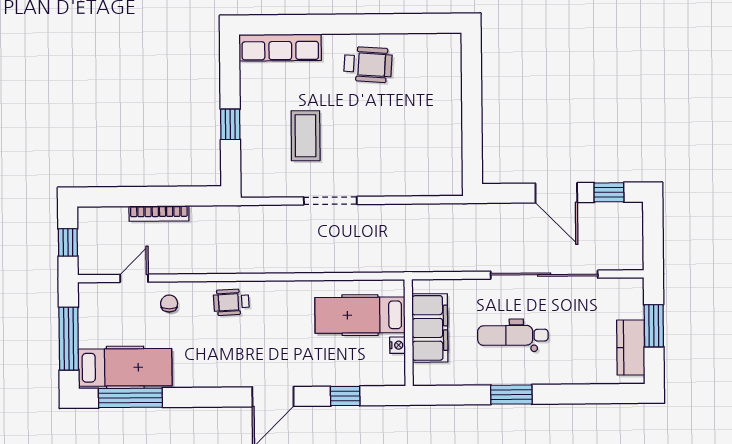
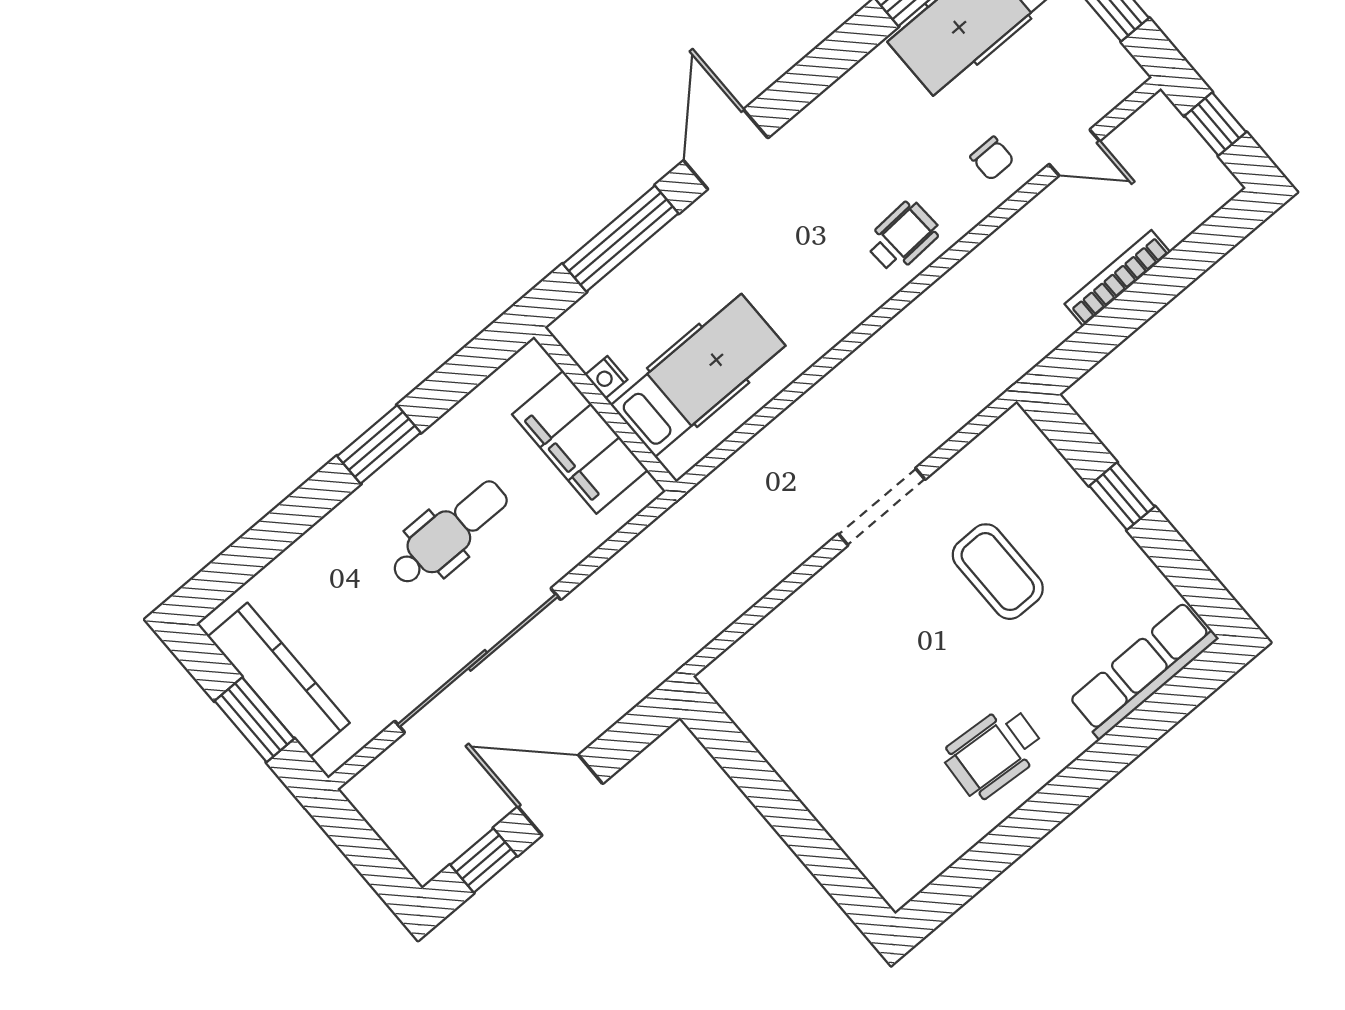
door: (134, 278) -> (1074, 153), hinge flipped
kitchen counter: (631, 348) -> (279, 680), width x1.50
window: (345, 396) -> (621, 239), width x2.17

